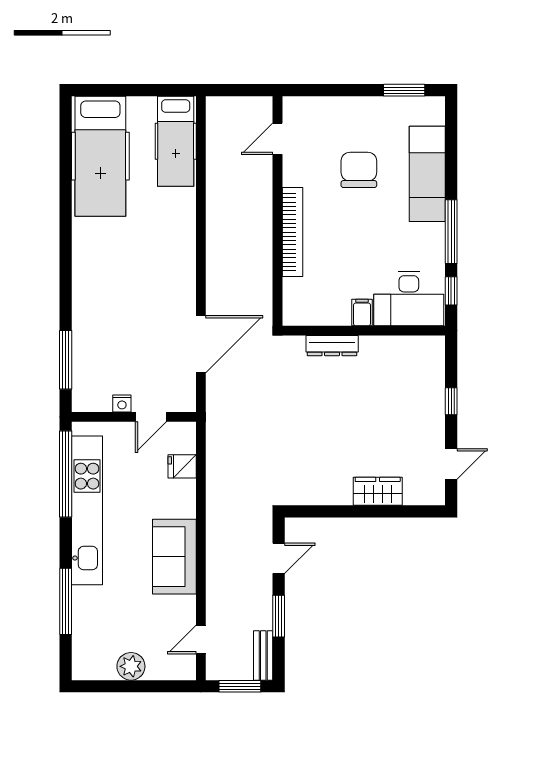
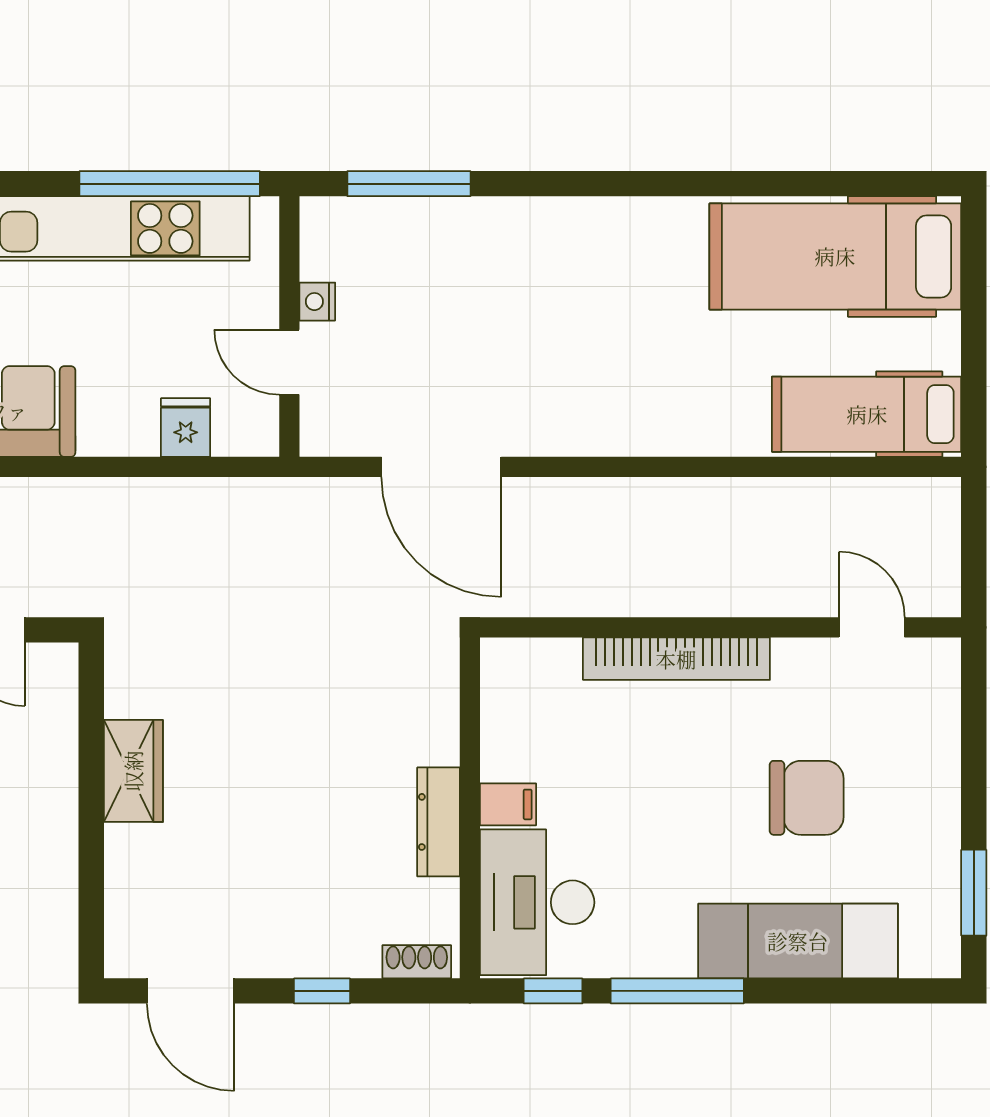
dresser: (332, 346) -> (438, 822), moved
shoe rack: (437, 356) -> (417, 962), added
door: (451, 464) -> (191, 991), width x1.38
wardrobe: (378, 491) -> (133, 771), moved

